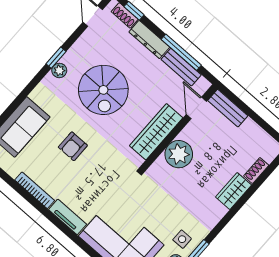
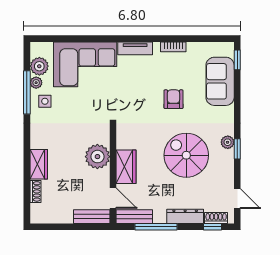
bench: (181, 67) -> (134, 217), moved
wardrobe: (156, 132) -> (126, 167), width x0.67
bookcase: (35, 190) -> (173, 47), width x0.64

